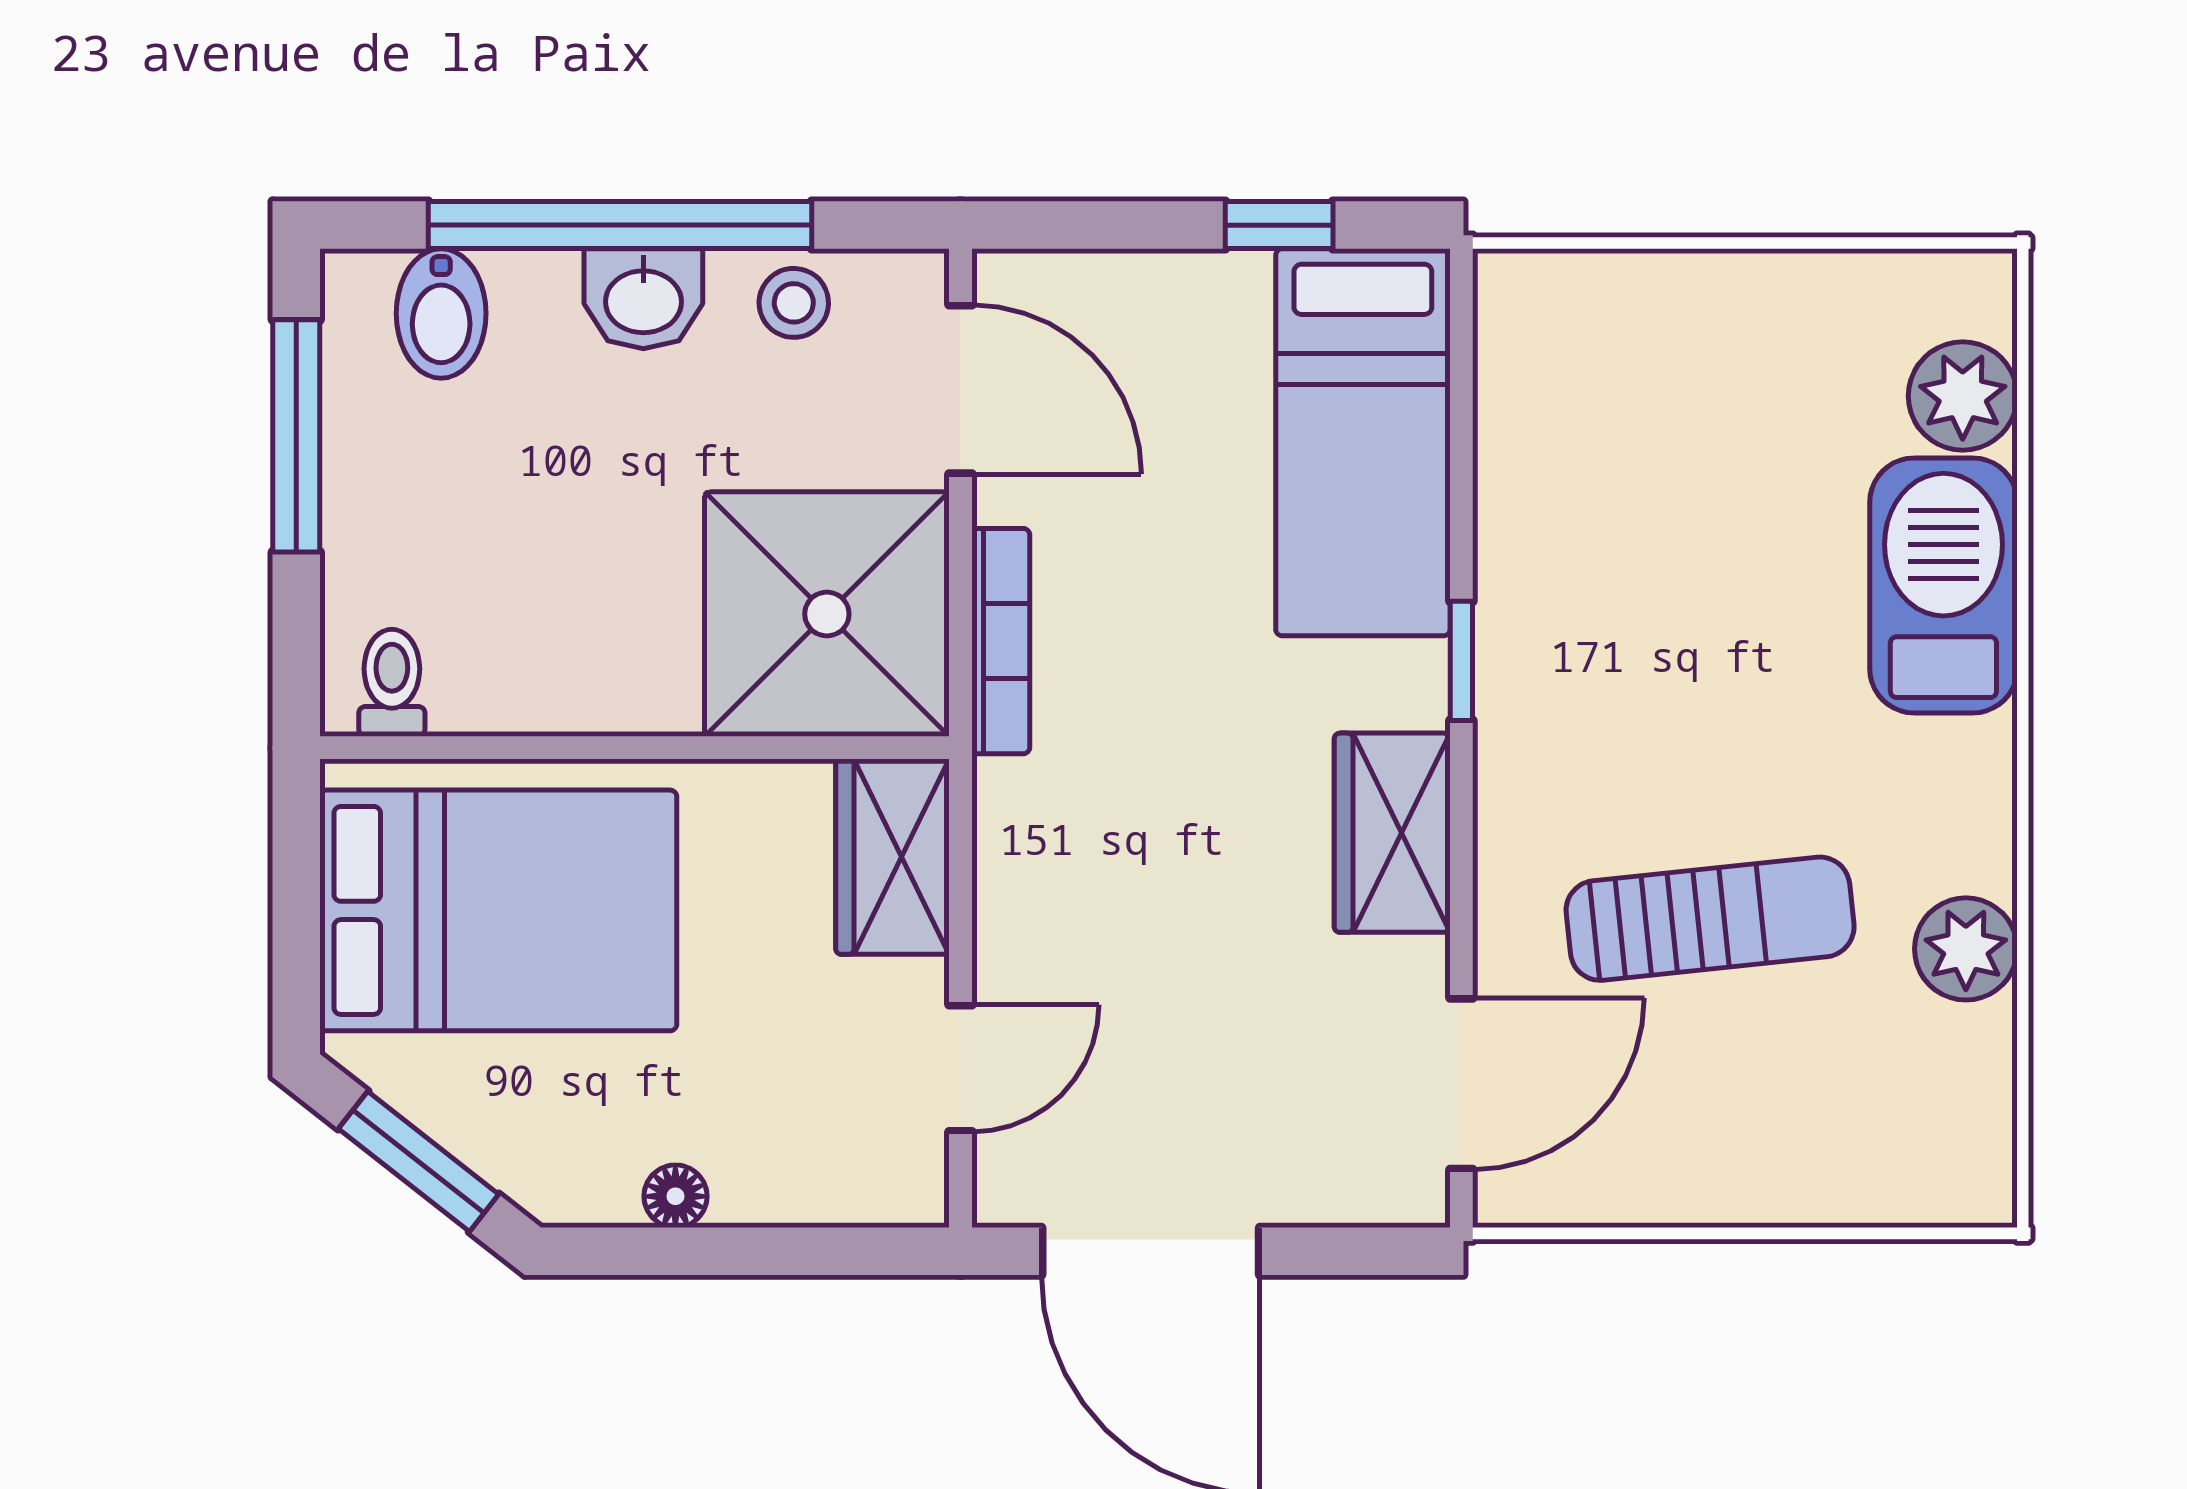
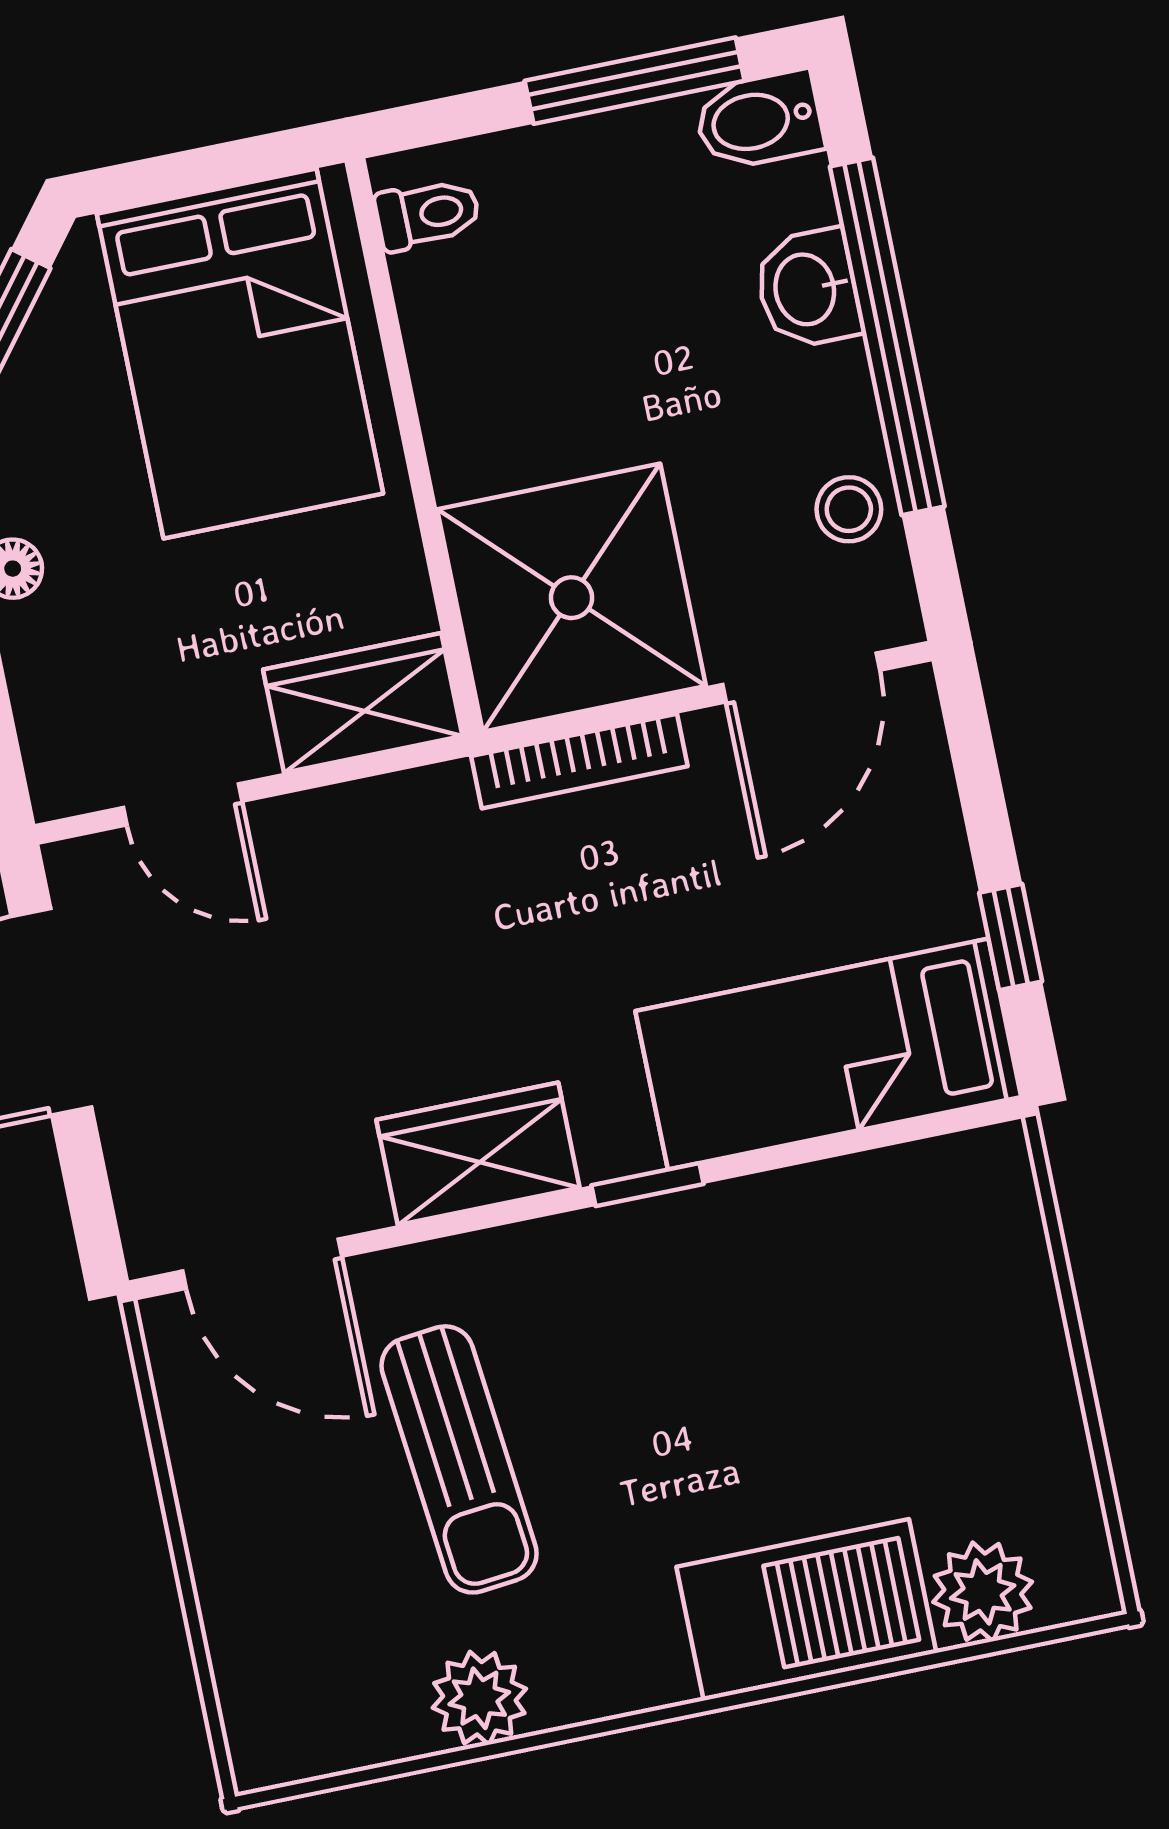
washbasin: (643, 299) -> (808, 289), moved
bidet: (441, 313) -> (759, 120), moved

